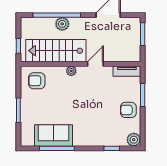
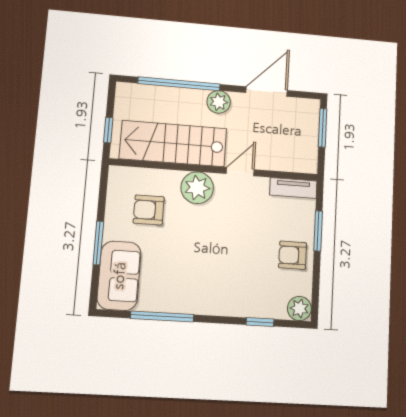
plant: (62, 24) -> (219, 102), moved
plant: (71, 71) -> (197, 188), width x1.87, depth x1.87
armchair: (37, 81) -> (149, 210), moved
sofa: (53, 136) -> (119, 276), moved, turned 90

